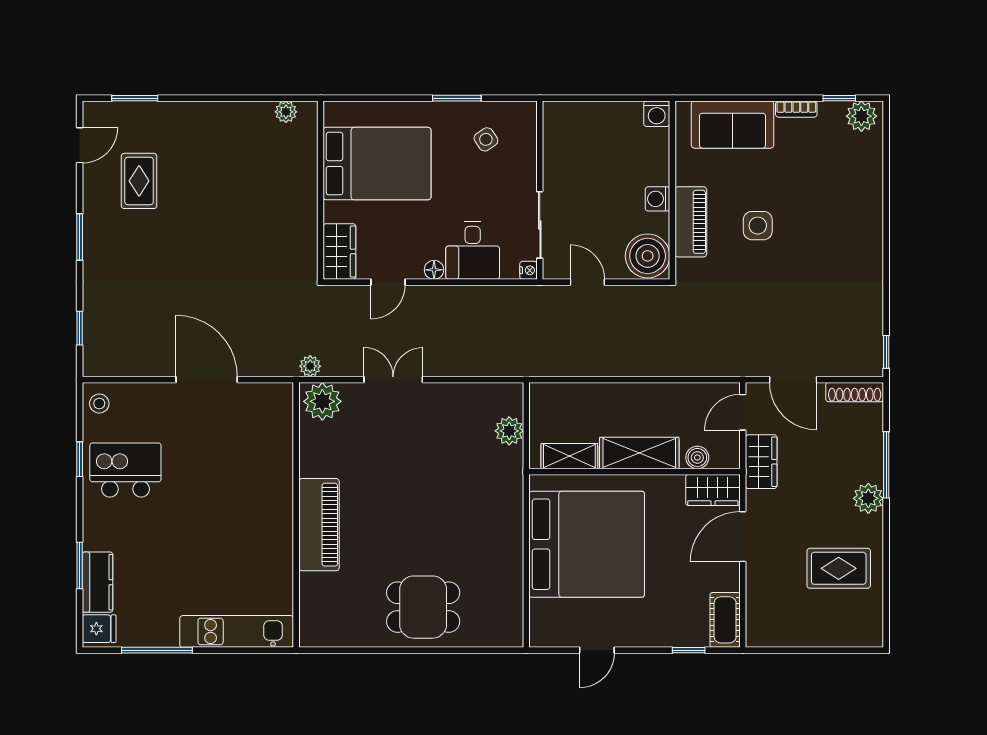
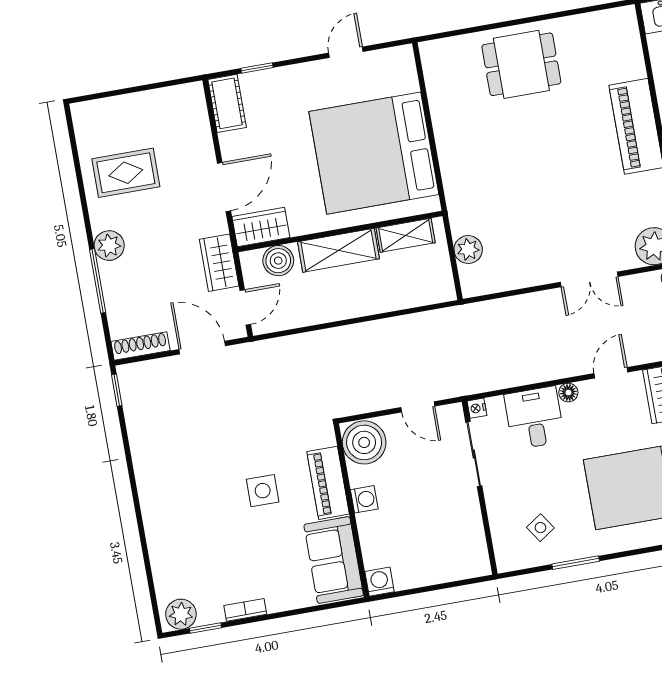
sofa: (732, 125) -> (334, 560), moved, turned -90
boiler: (697, 457) -> (278, 261), width x1.36, depth x1.36

